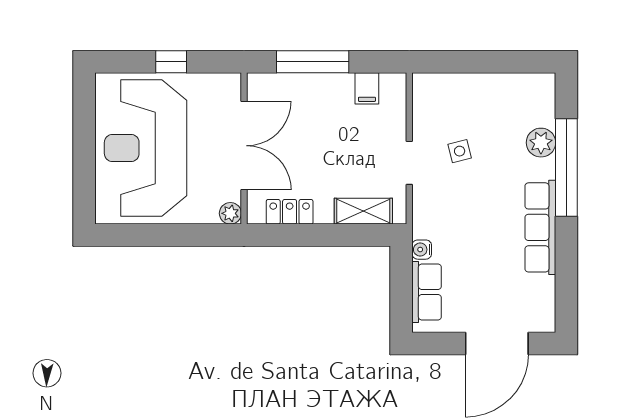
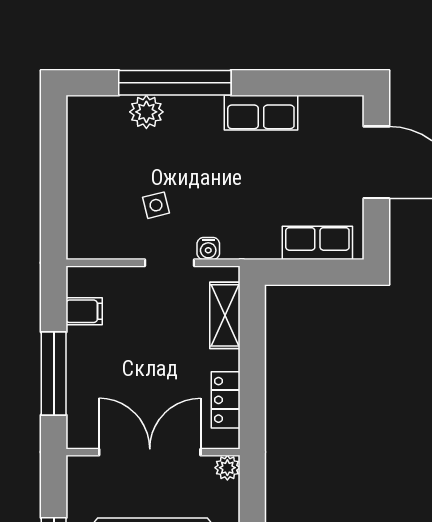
row of seats: (540, 227) -> (261, 113), width x0.68
water cooler: (422, 250) -> (208, 249), moved

